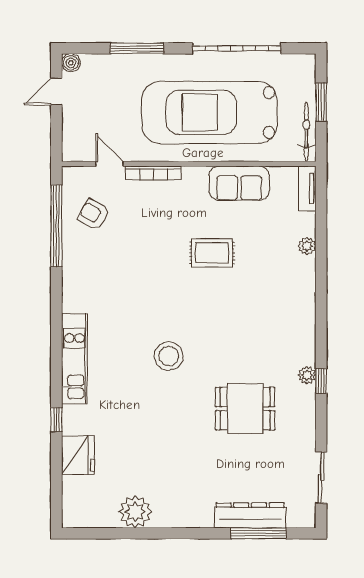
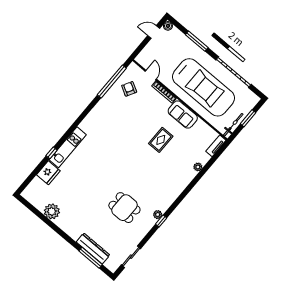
car: (209, 113) -> (204, 87), turned 180
sofa: (239, 183) -> (183, 115), moved
rug: (212, 253) -> (161, 140), turned 90
stool: (169, 356) -> (113, 164), removed
kitchen unit: (74, 359) -> (68, 147), moved

